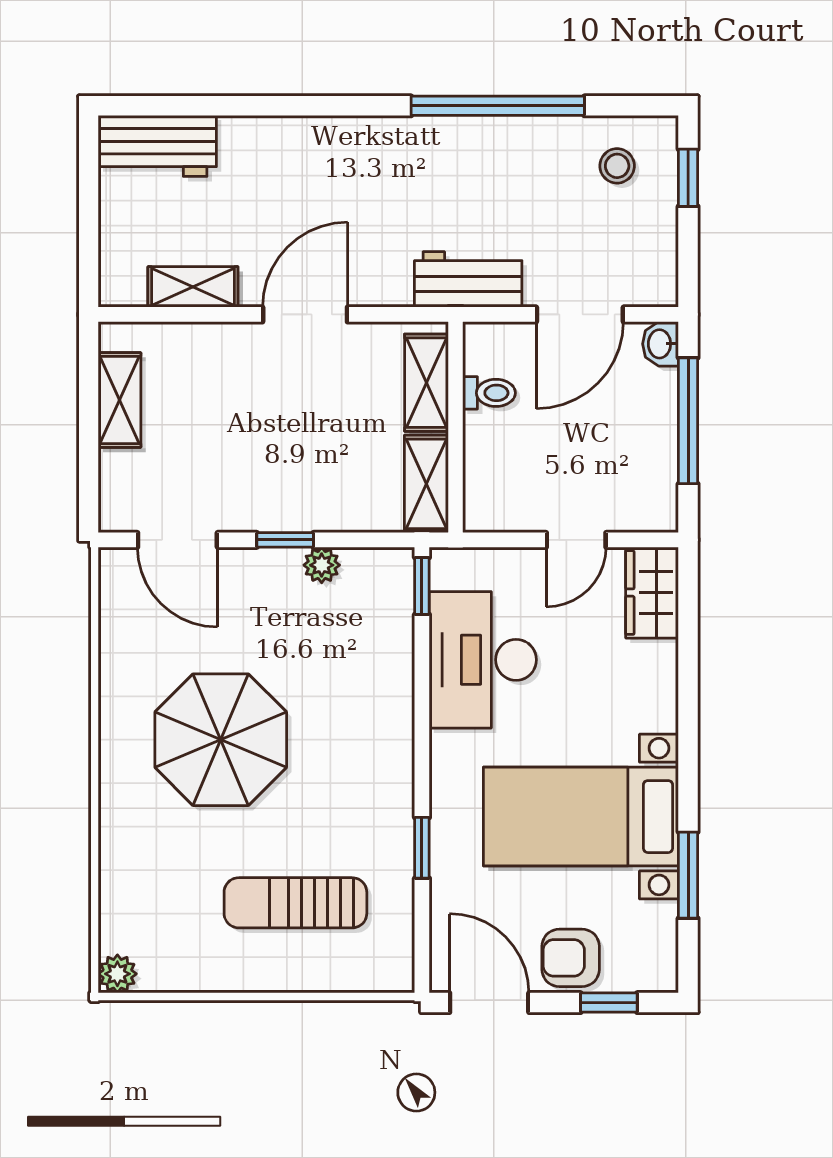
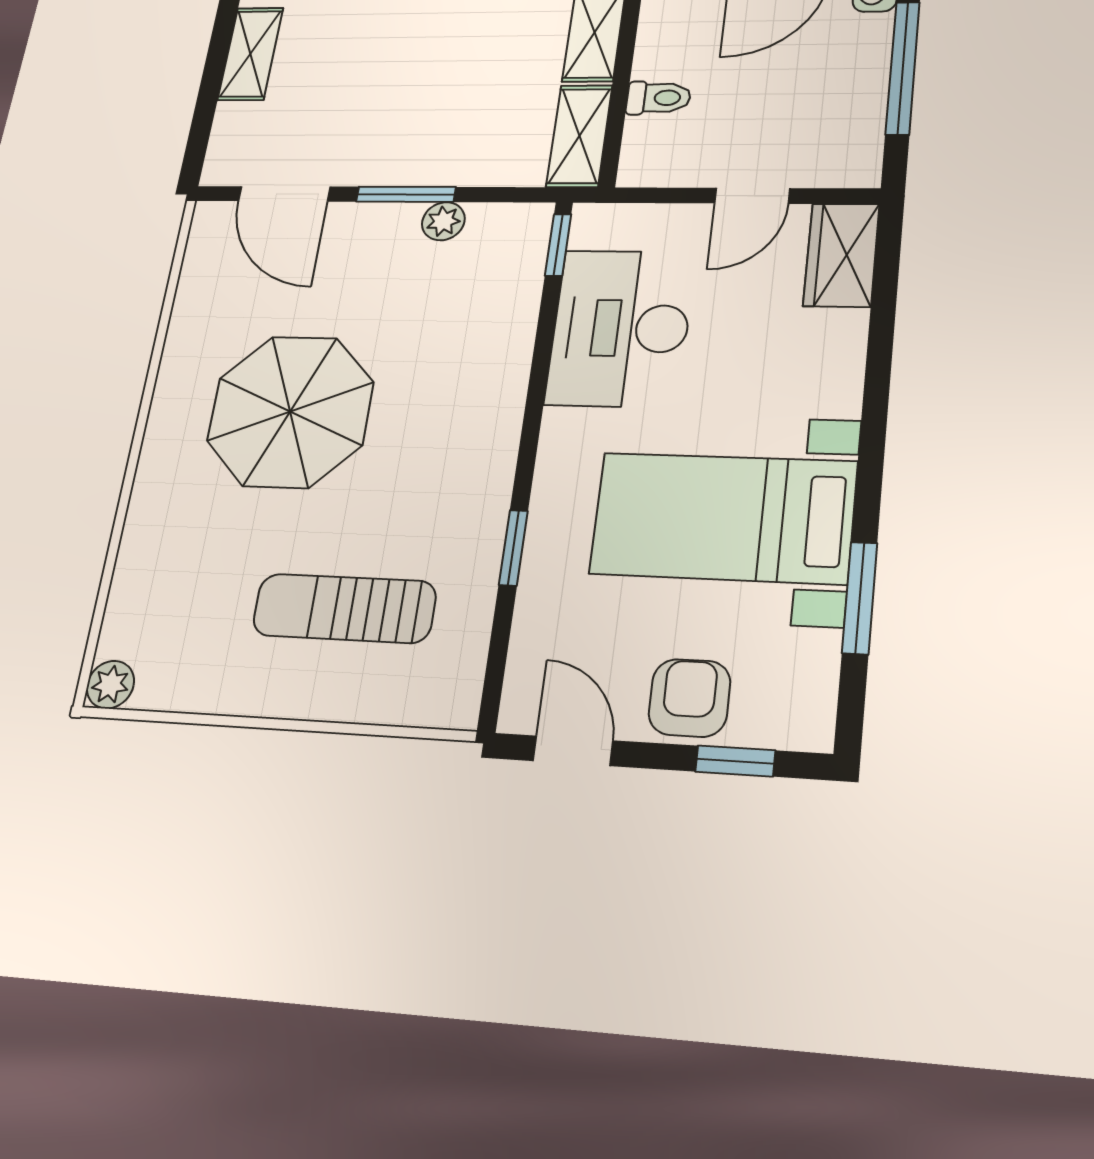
toilet: (489, 393) -> (659, 98), moved
window: (285, 540) -> (406, 194), width x1.50
armchair: (571, 958) -> (689, 698), turned 90
door: (489, 1003) -> (573, 751), width x0.73

